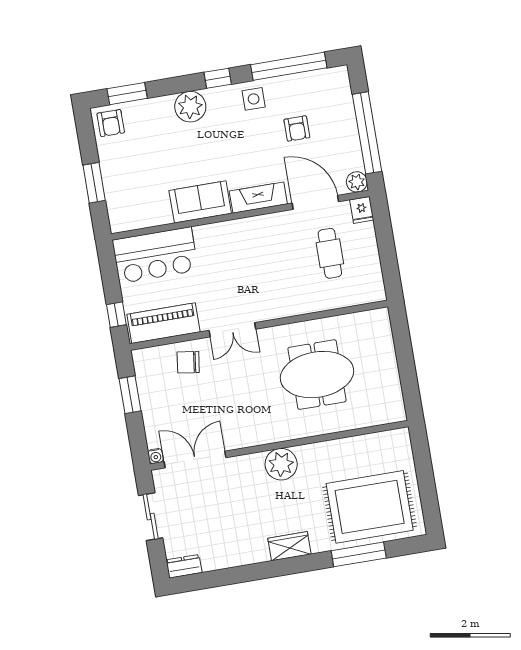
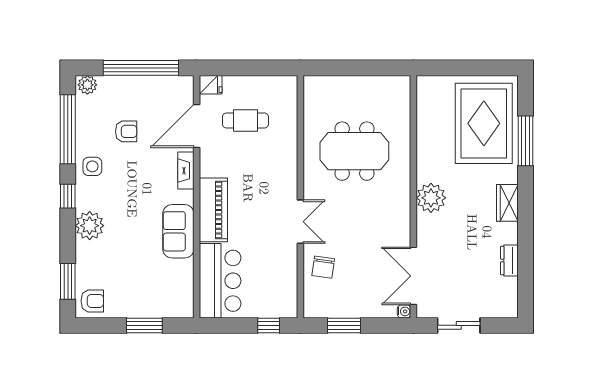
plant: (357, 182) -> (87, 85), moved
fireplace: (258, 198) -> (186, 171), width x0.73, depth x0.76
piano: (164, 323) -> (213, 210), moved, turned 180
meeting table: (317, 375) -> (354, 151), turned 90
dresser: (184, 566) -> (509, 261), moved

